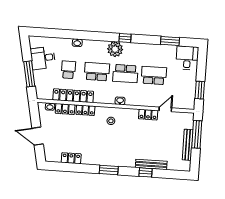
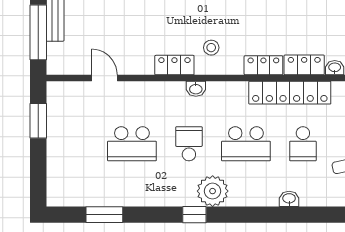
desk: (187, 58) -> (68, 183), removed
school desk: (125, 74) -> (189, 144), width x0.54
door: (165, 109) -> (104, 78), swing flipped
locker: (148, 115) -> (174, 65), moved

